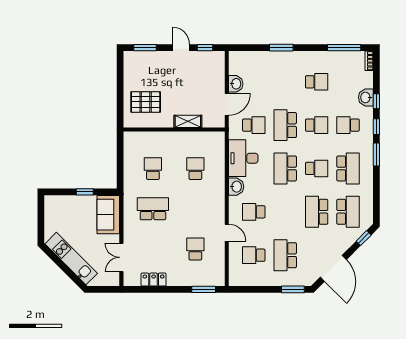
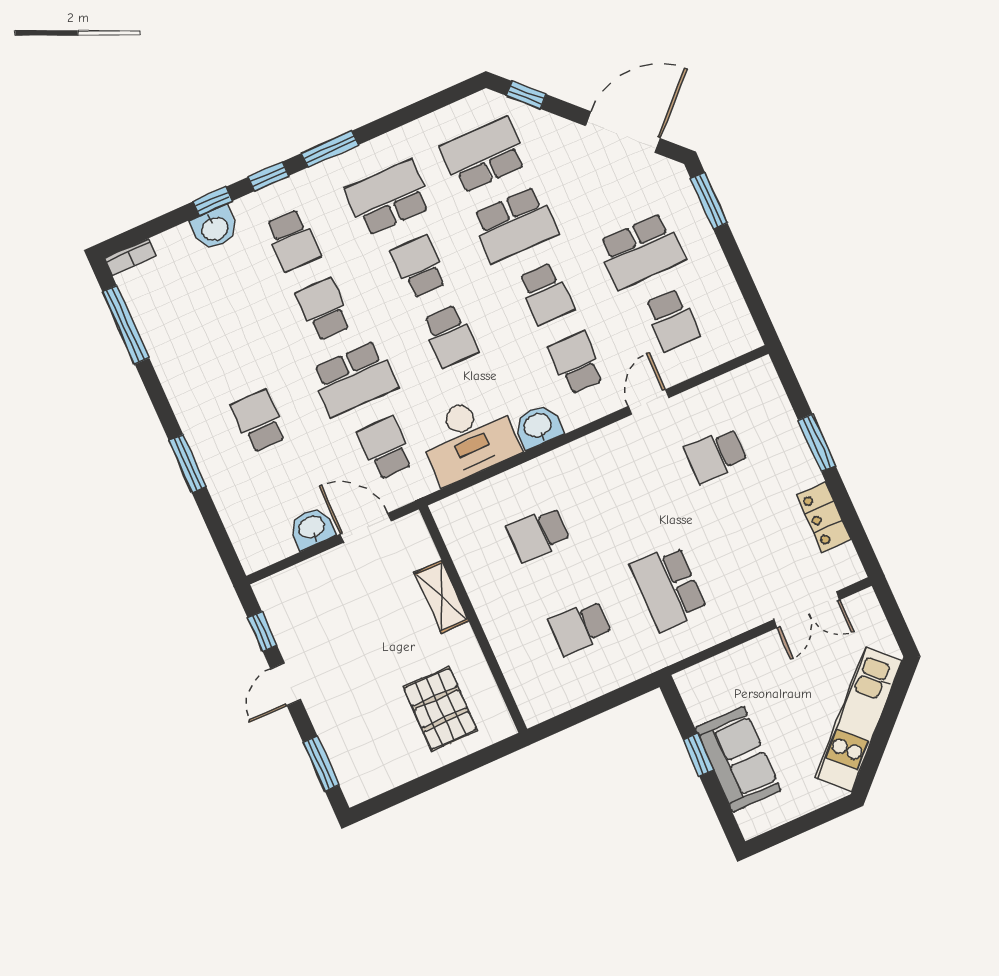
school desk: (317, 82) -> (259, 421), moved
school desk: (285, 168) -> (450, 336), width x0.54
school desk: (254, 212) -> (576, 363), turned 180
school desk: (285, 212) -> (546, 294), added
sofa: (108, 215) -> (738, 759), moved, turned -90
window: (204, 289) -> (817, 443), moved

